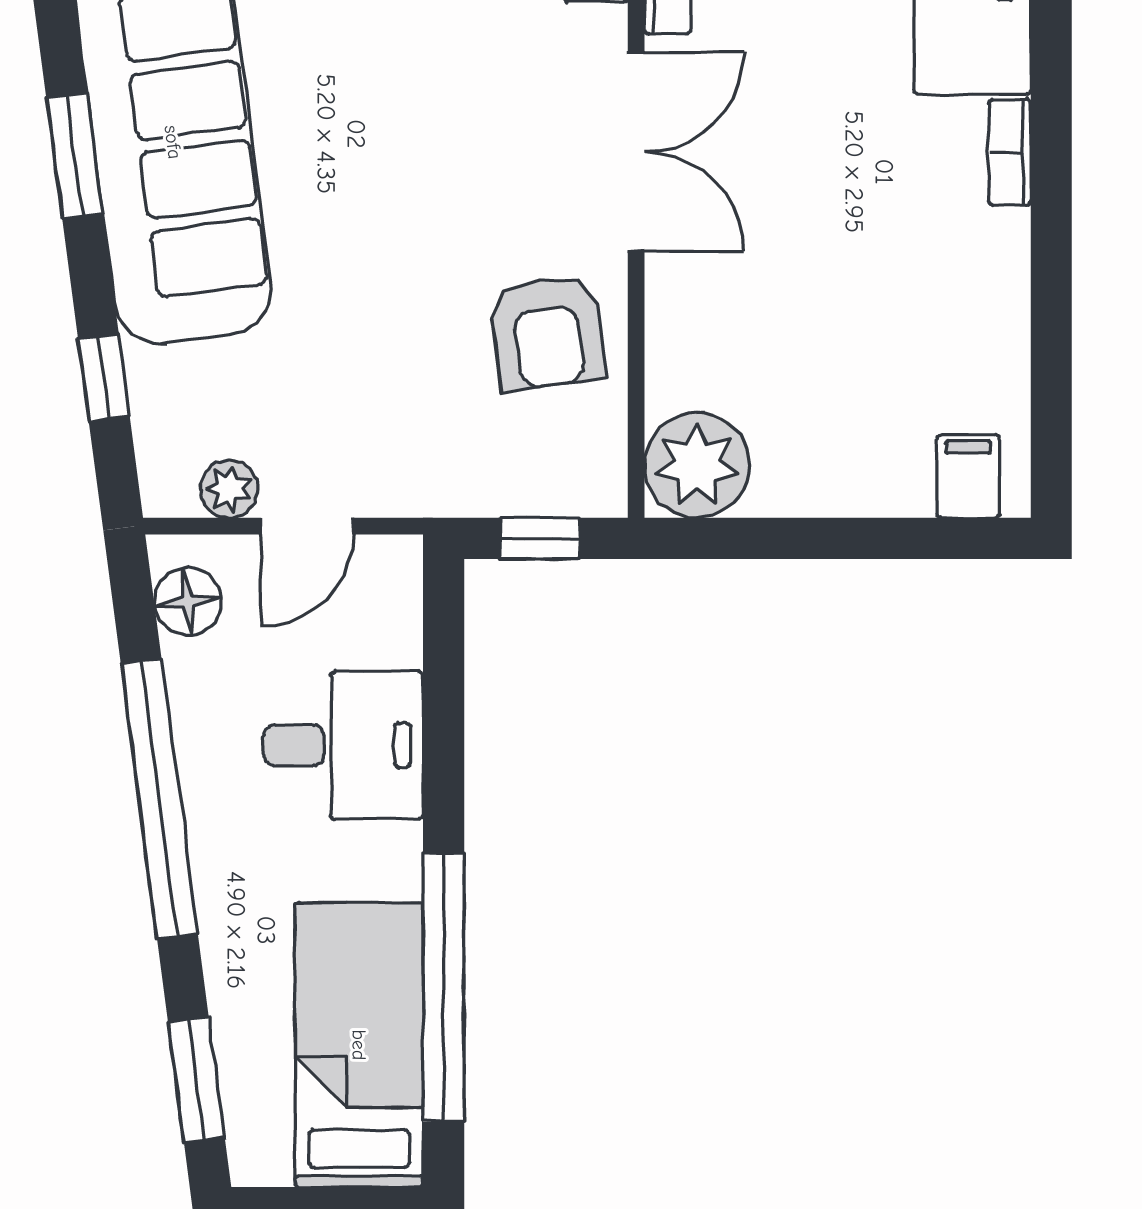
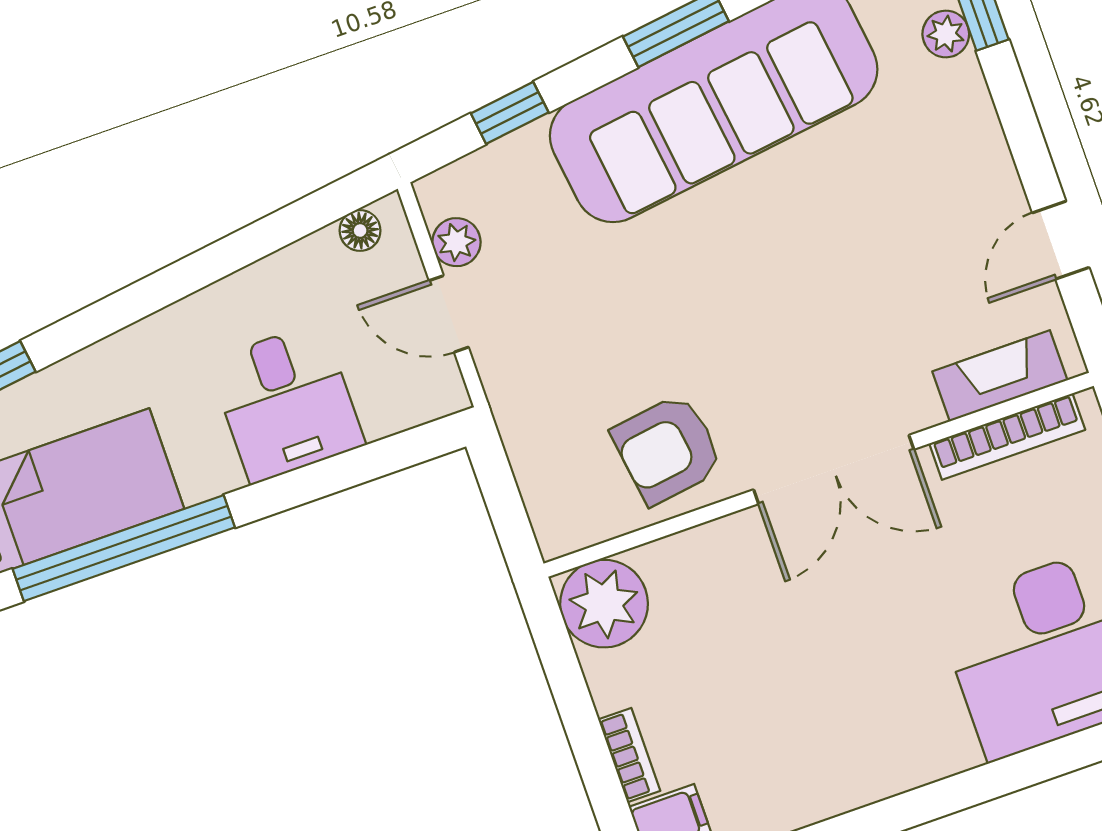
bookcase: (1010, 152) -> (629, 755), moved, turned 90
window: (540, 538) -> (503, 500), removed
floor lamp: (188, 601) -> (360, 231), width x0.73, depth x0.73
window: (159, 798) -> (194, 272), removed

